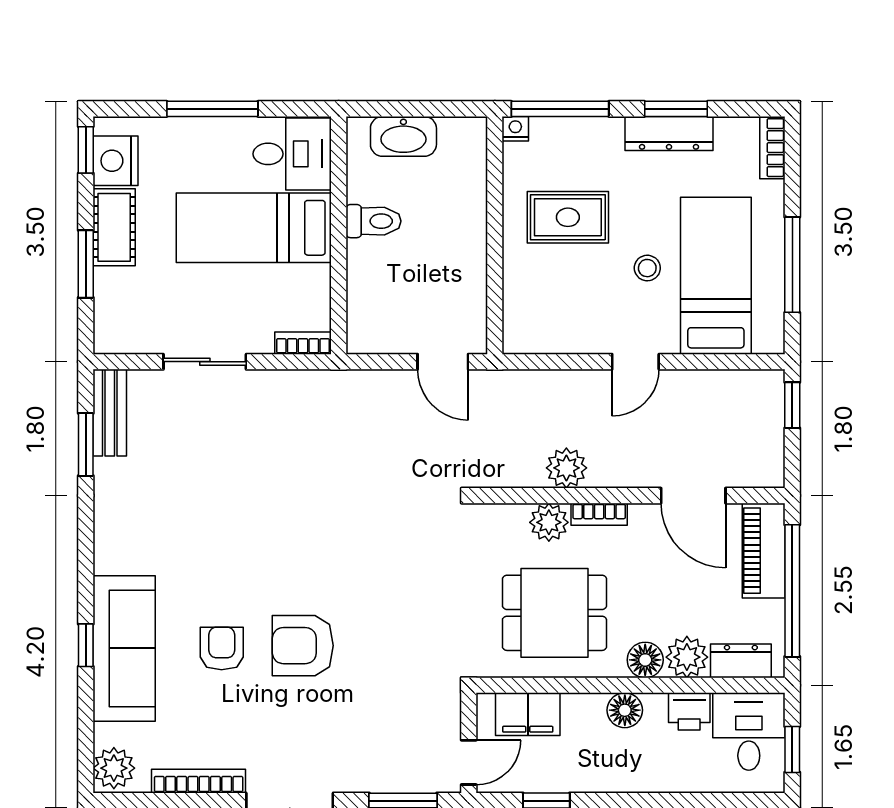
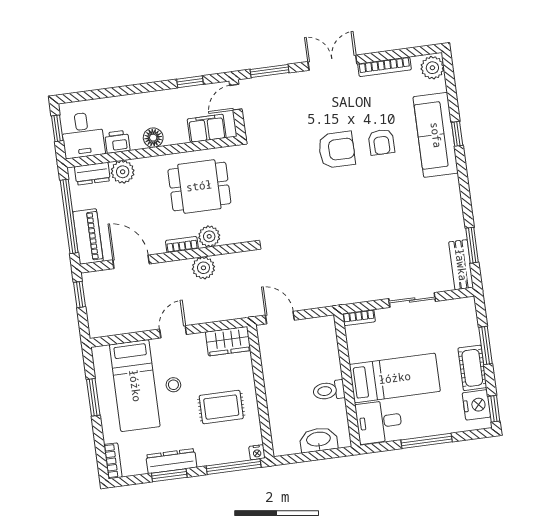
window: (792, 265) -> (93, 397), width x0.69
wardrobe: (540, 332) -> (228, 341), added
window: (792, 405) -> (79, 295), moved
floor lamp: (645, 660) -> (146, 167), removed

